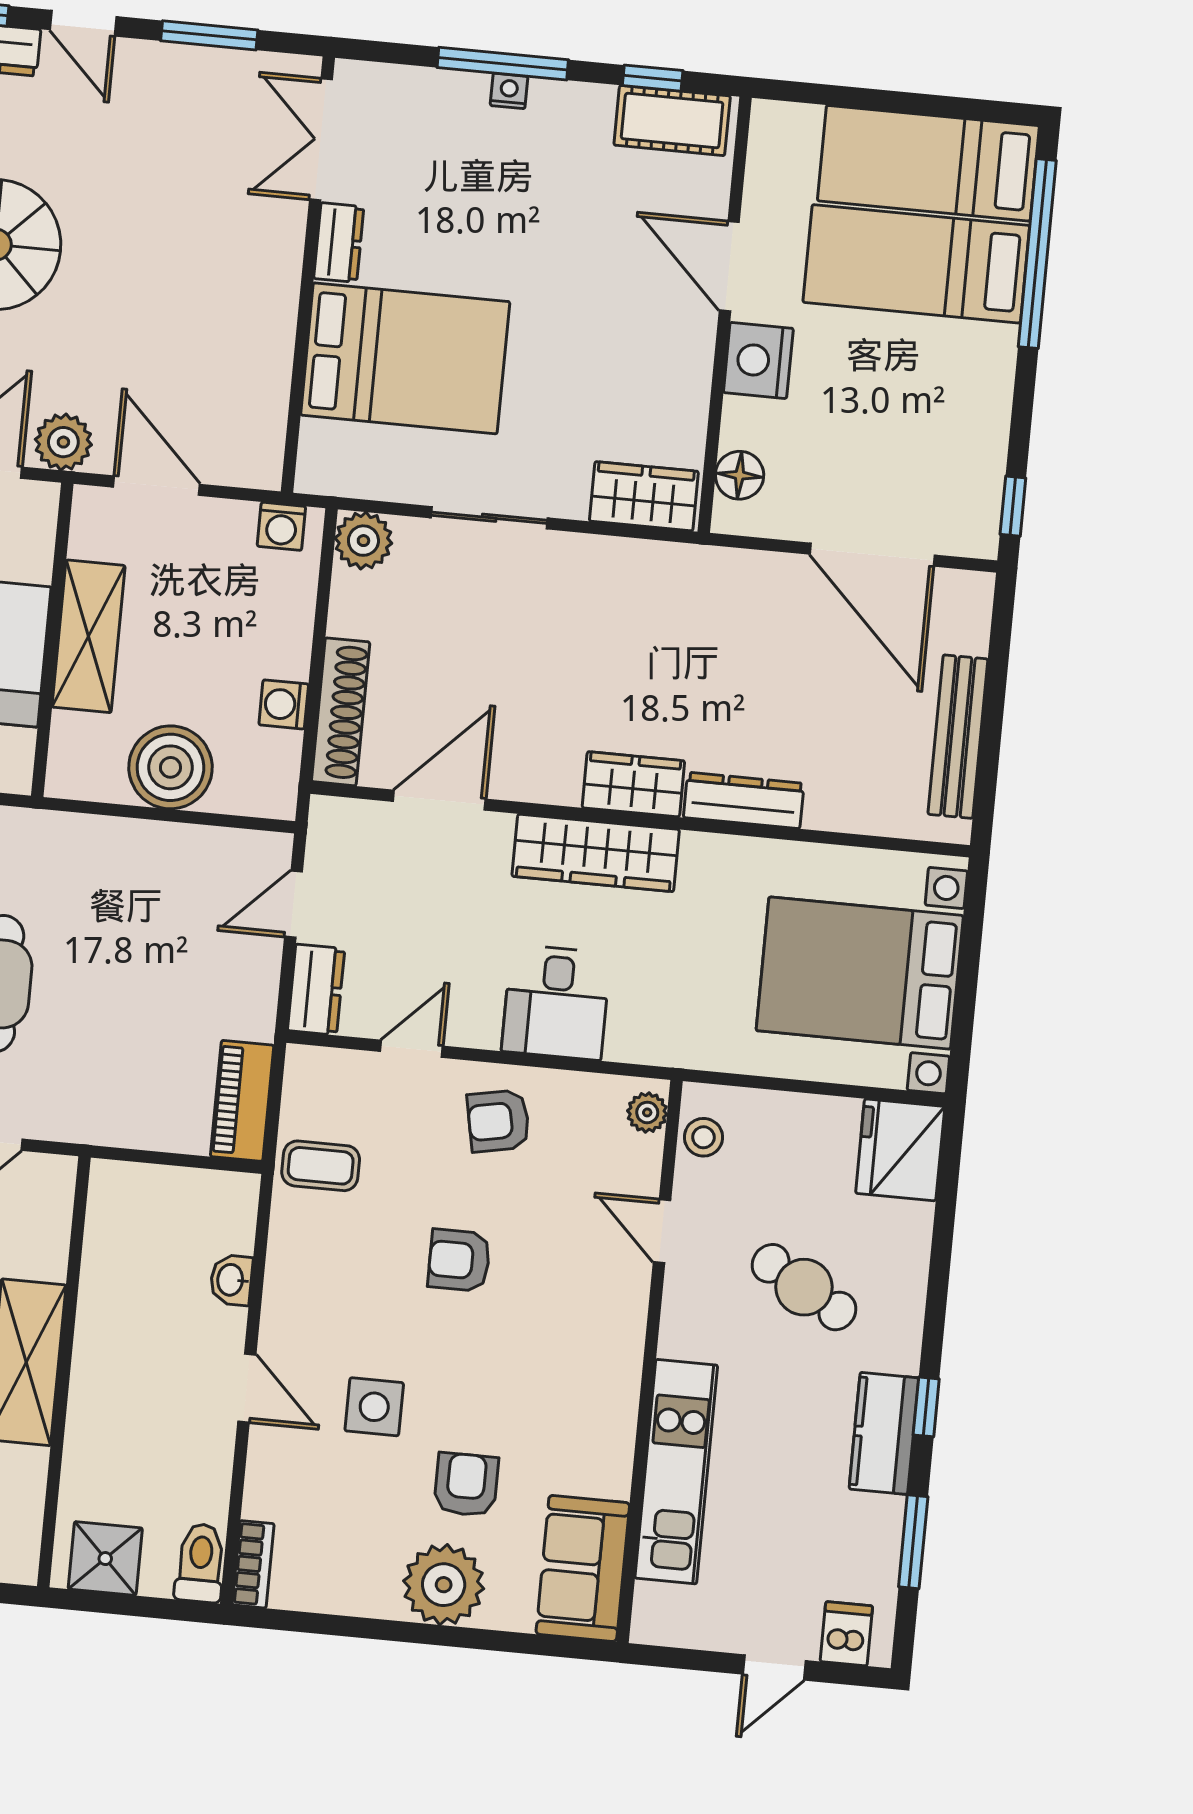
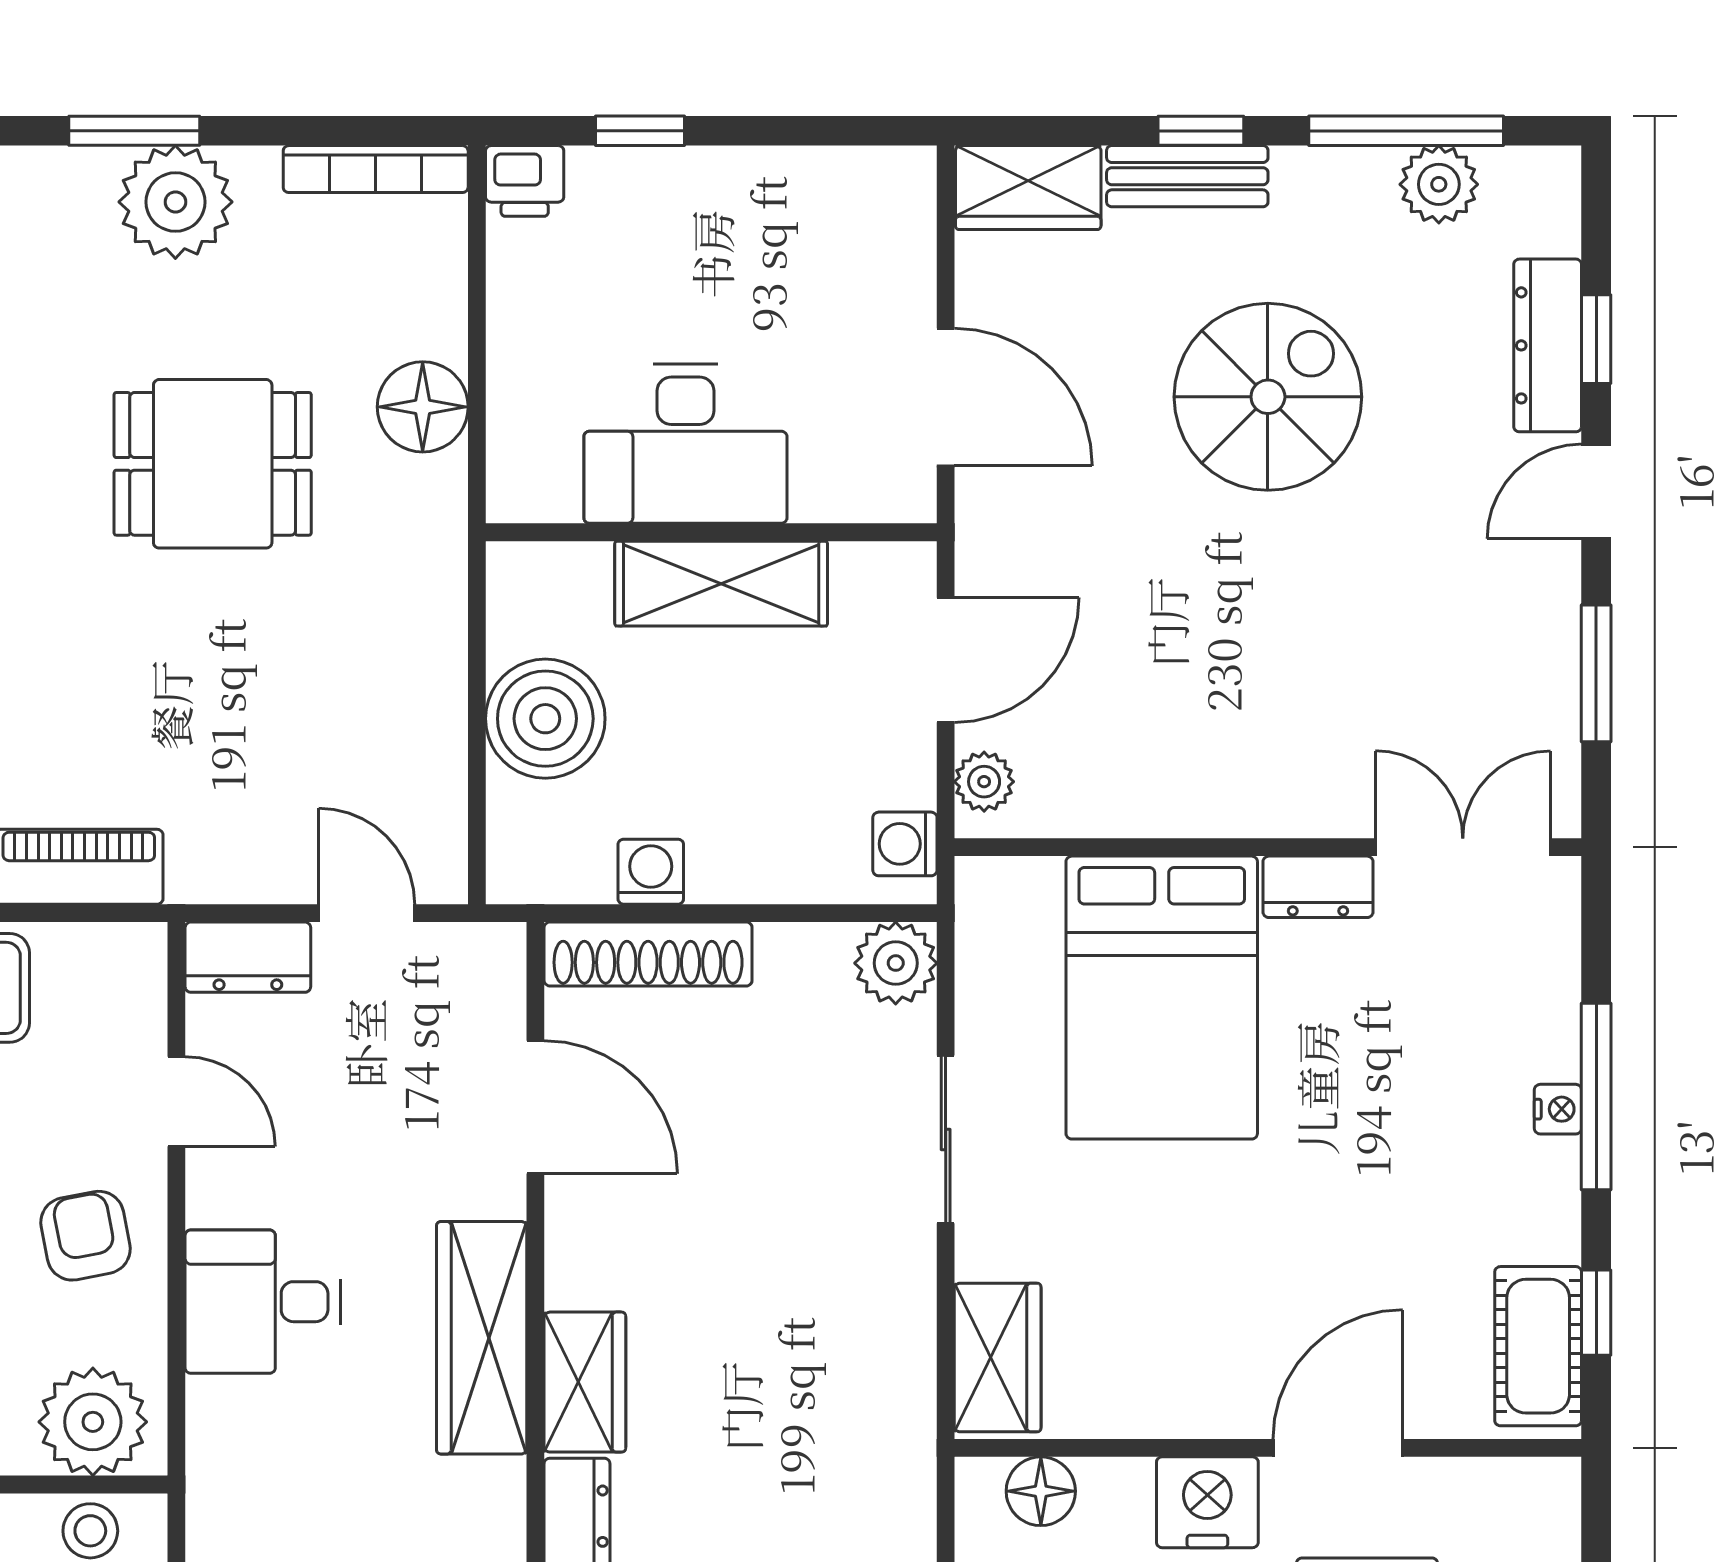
plant: (63, 442) -> (984, 782), moved, width x0.73, depth x0.73
plant: (647, 1112) -> (93, 1422), width x1.87, depth x1.87

